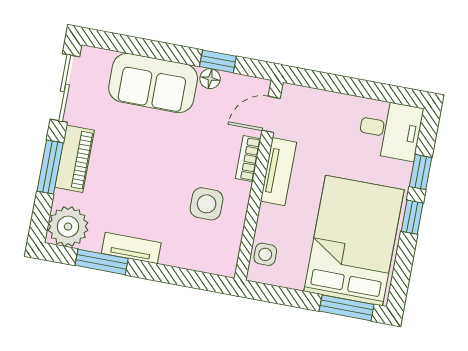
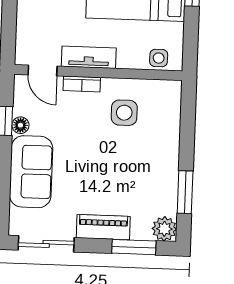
window: (50, 167) -> (134, 247), moved
plant: (68, 227) -> (164, 229), width x0.73, depth x0.73
tv unit: (131, 248) -> (170, 169), removed

